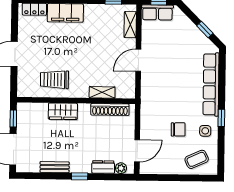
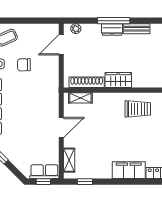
shelving: (102, 92) -> (80, 98), moved
wardrobe: (63, 111) -> (118, 80), moved
dresser: (103, 167) -> (112, 29), moved
window: (80, 176) -> (114, 21), width x2.17

